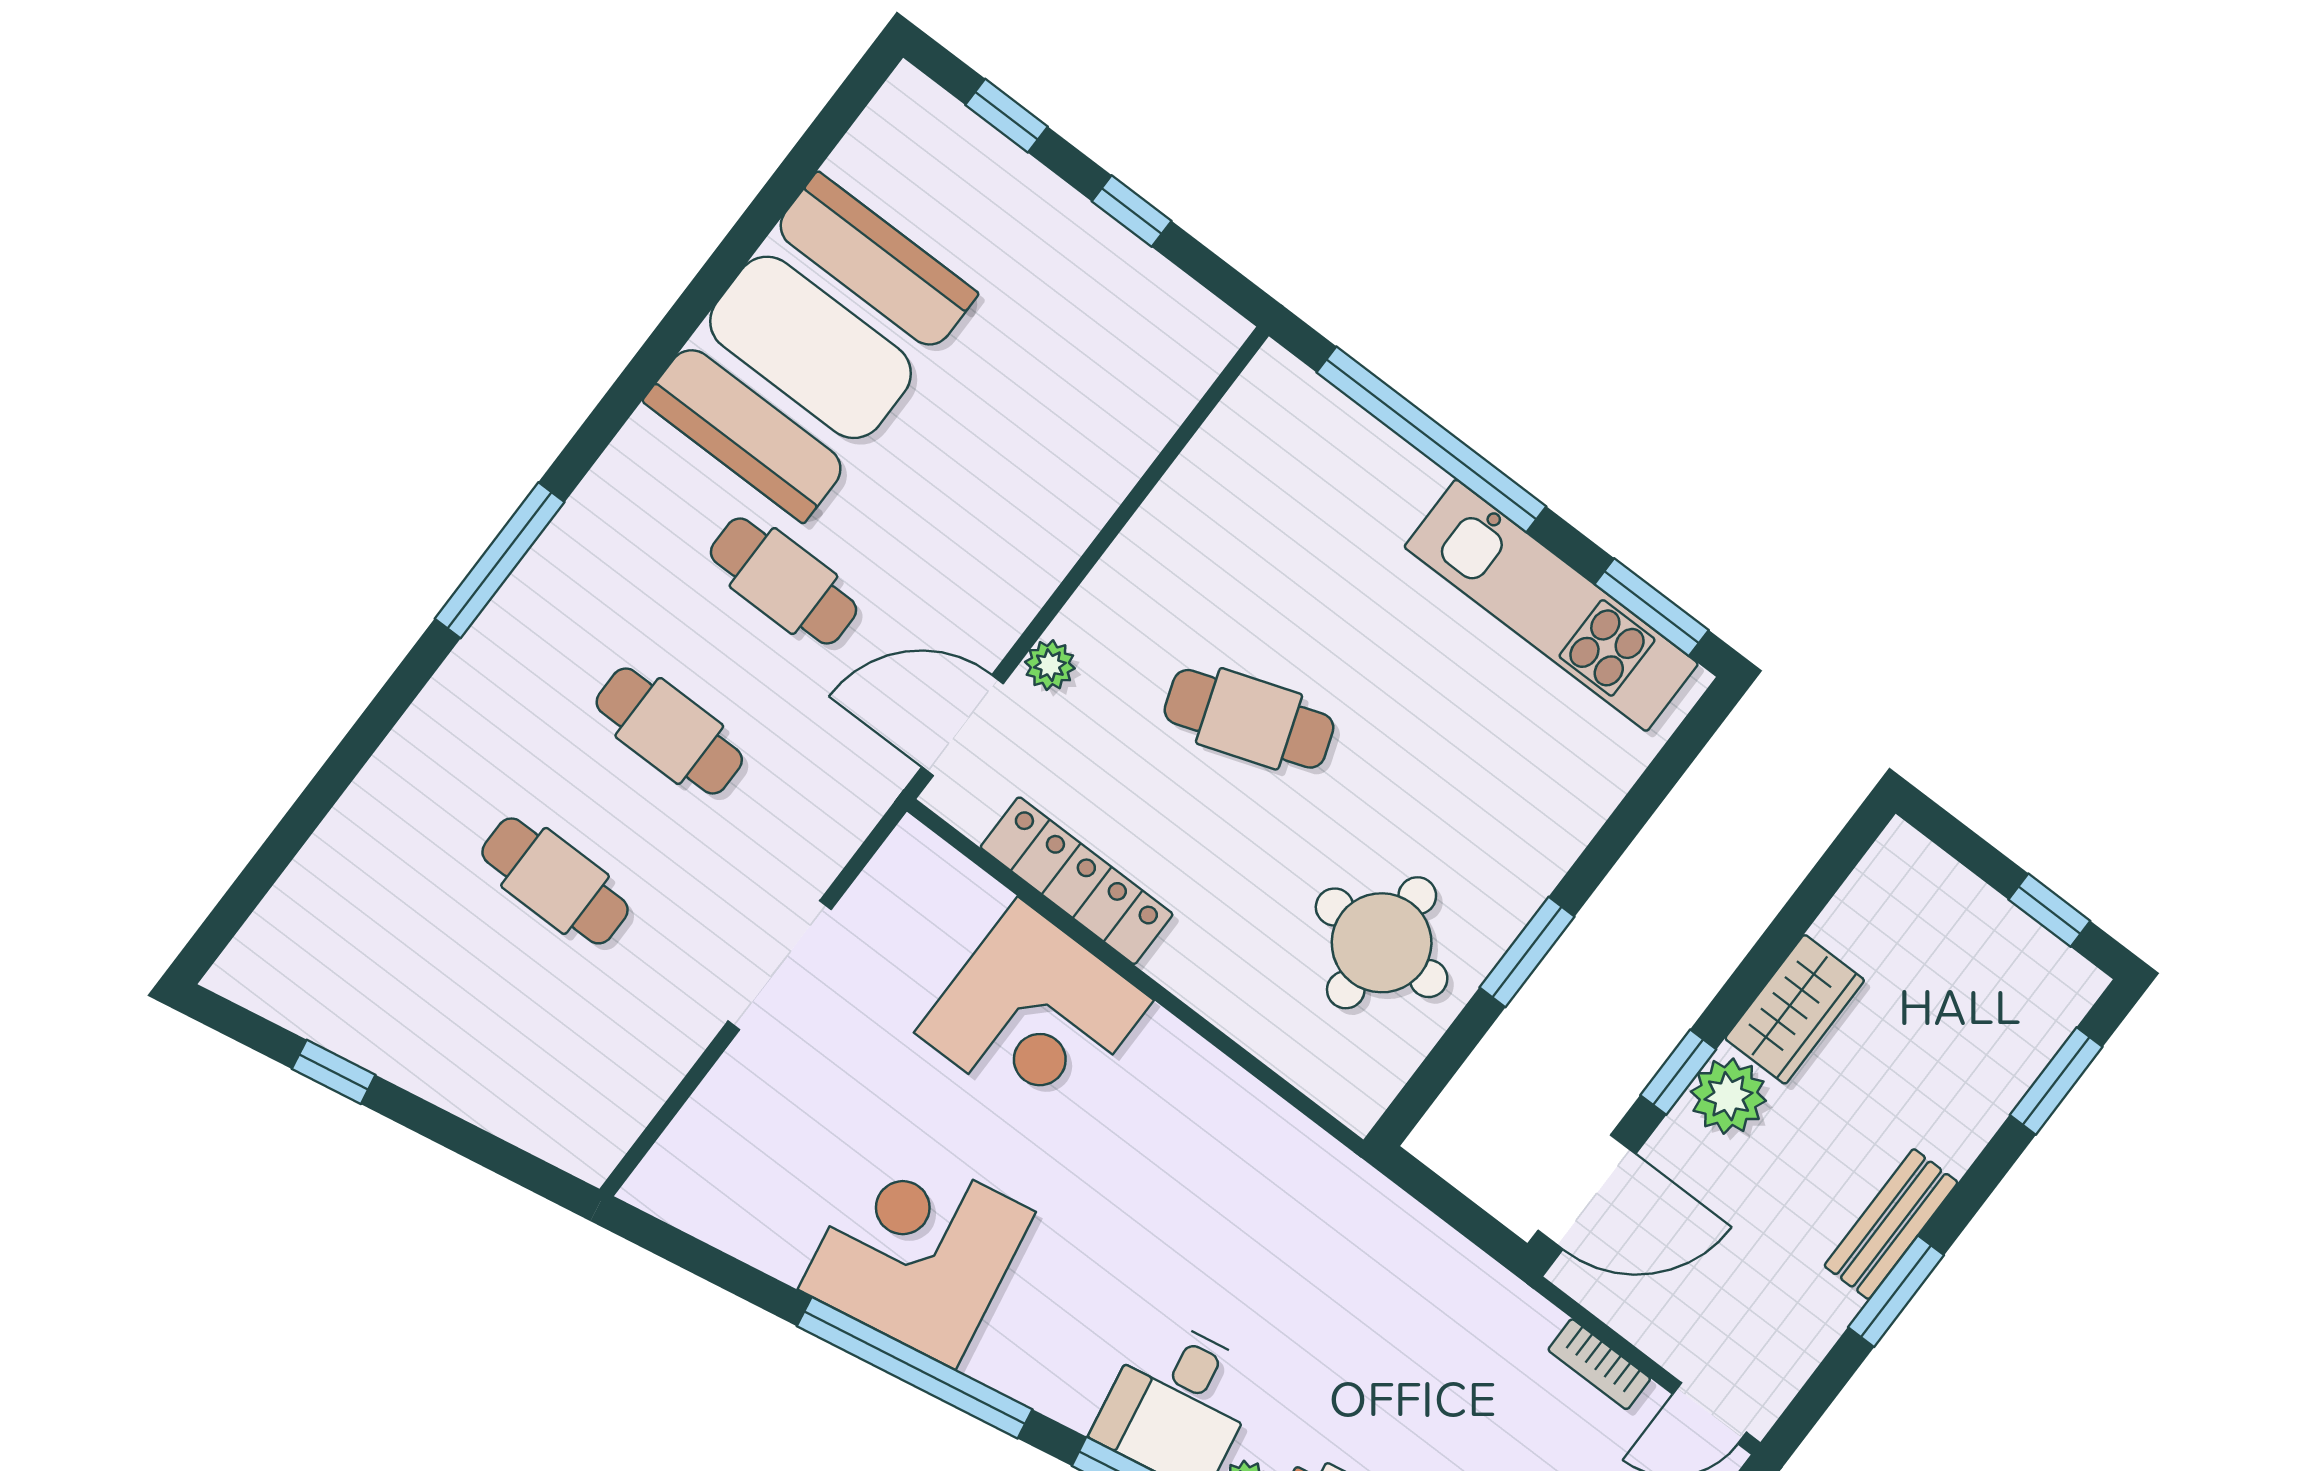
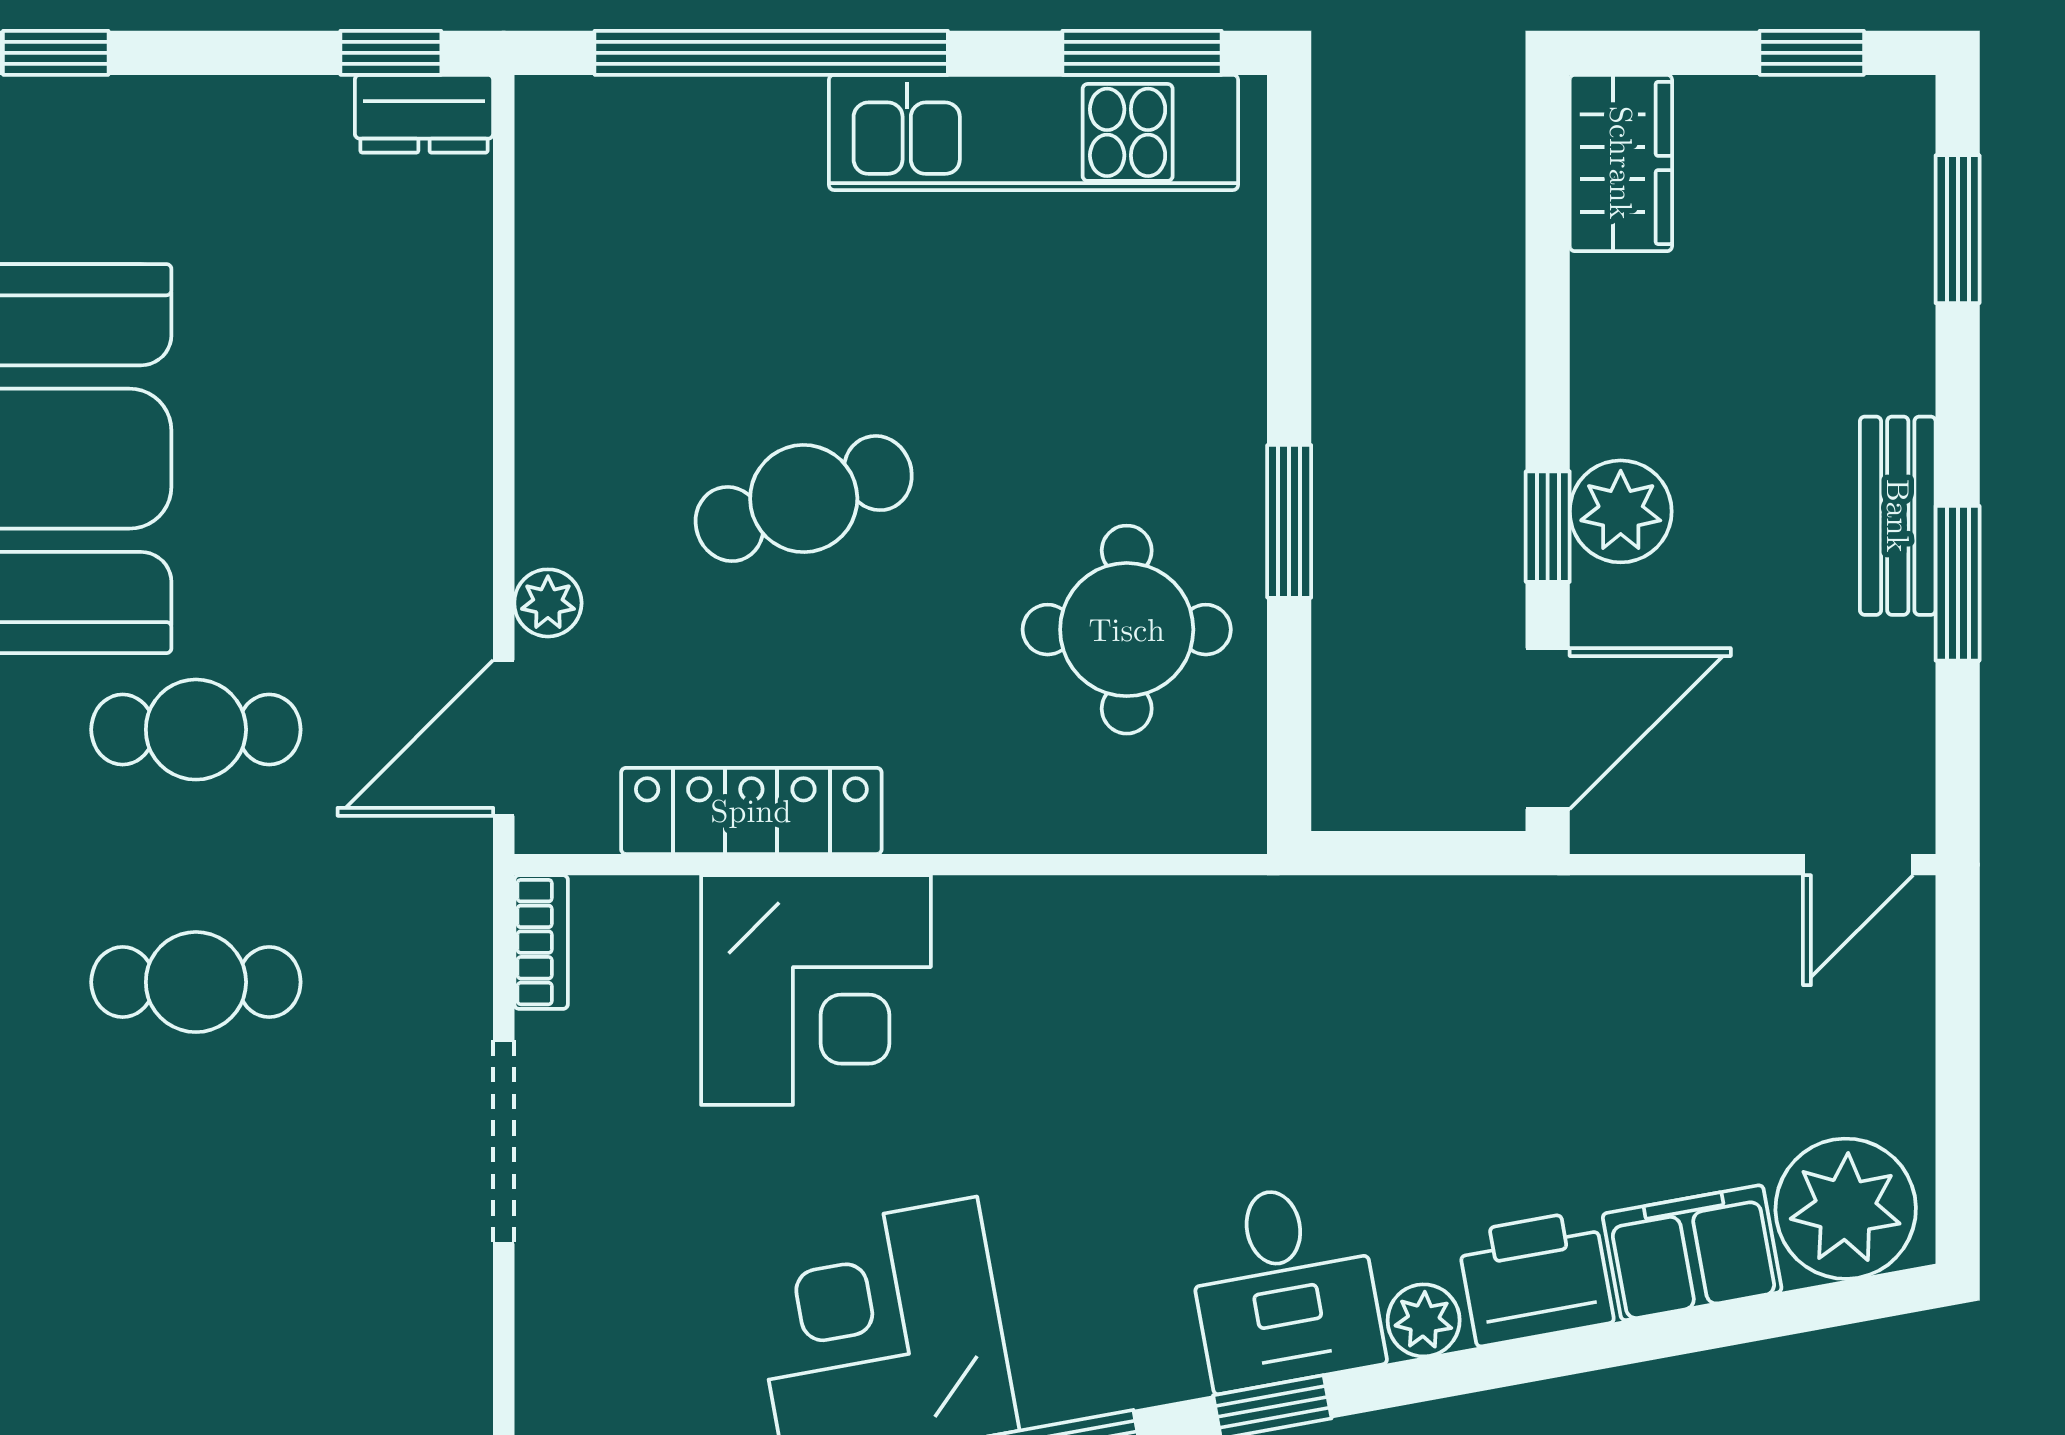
window: (1132, 211) -> (391, 53), moved
dresser: (1198, 318) -> (424, 114), added
cafe table: (555, 881) -> (196, 1235), removed
wardrobe: (1795, 1009) -> (1621, 163), moved
bookcase: (1599, 1364) -> (541, 942), moved, turned -90

